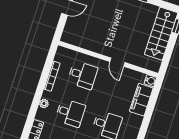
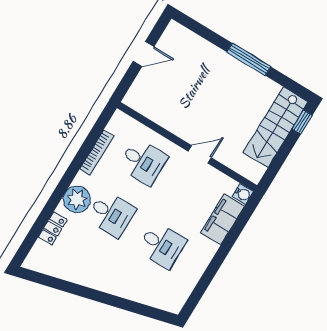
door: (117, 62) -> (200, 154), swing flipped
plant: (44, 104) -> (77, 199), width x1.87, depth x1.87

